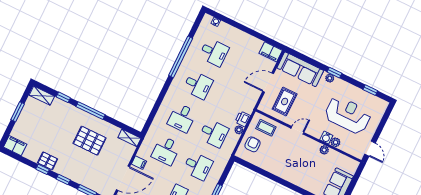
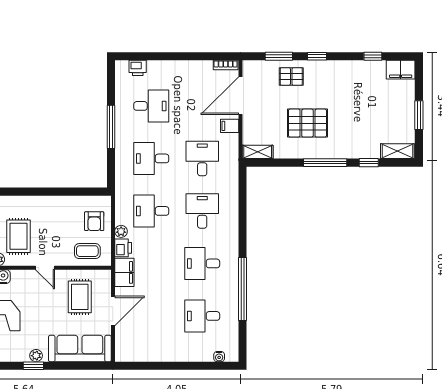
filing cabinet: (271, 52) -> (124, 272), moved, turned 90
door: (297, 130) -> (45, 268), hinge flipped
rug: (304, 158) -> (19, 236), added
pallet: (48, 161) -> (291, 76), moved
window: (43, 169) -> (373, 56), moved

